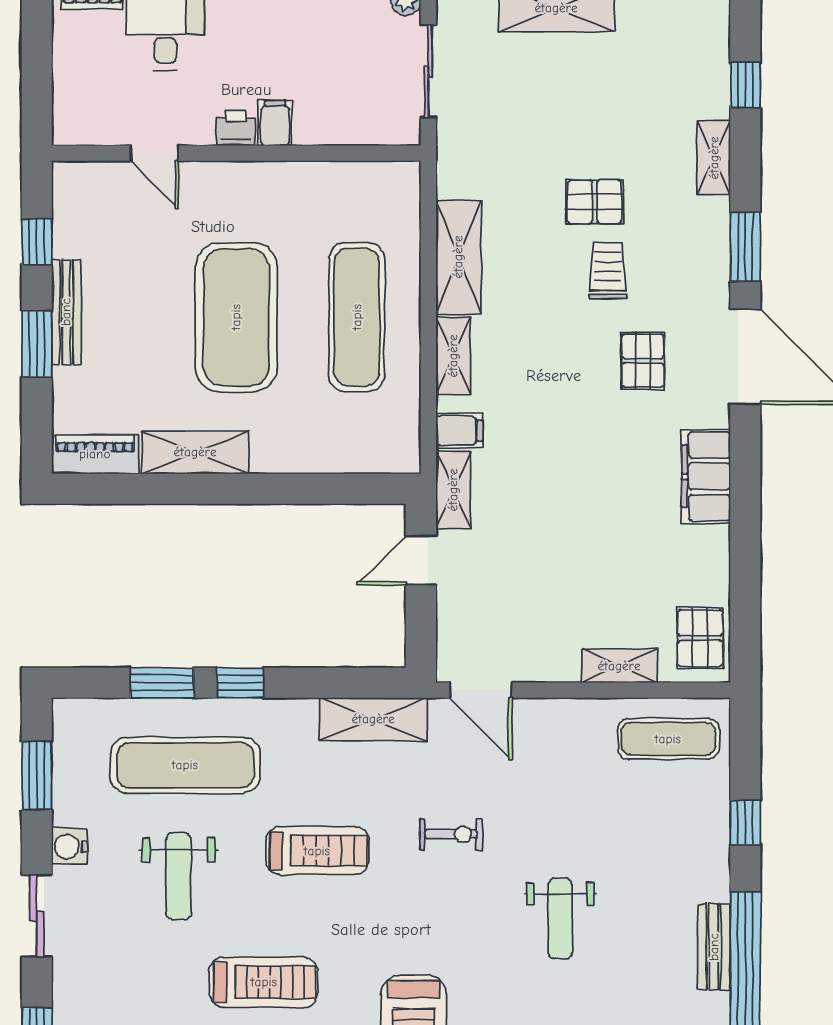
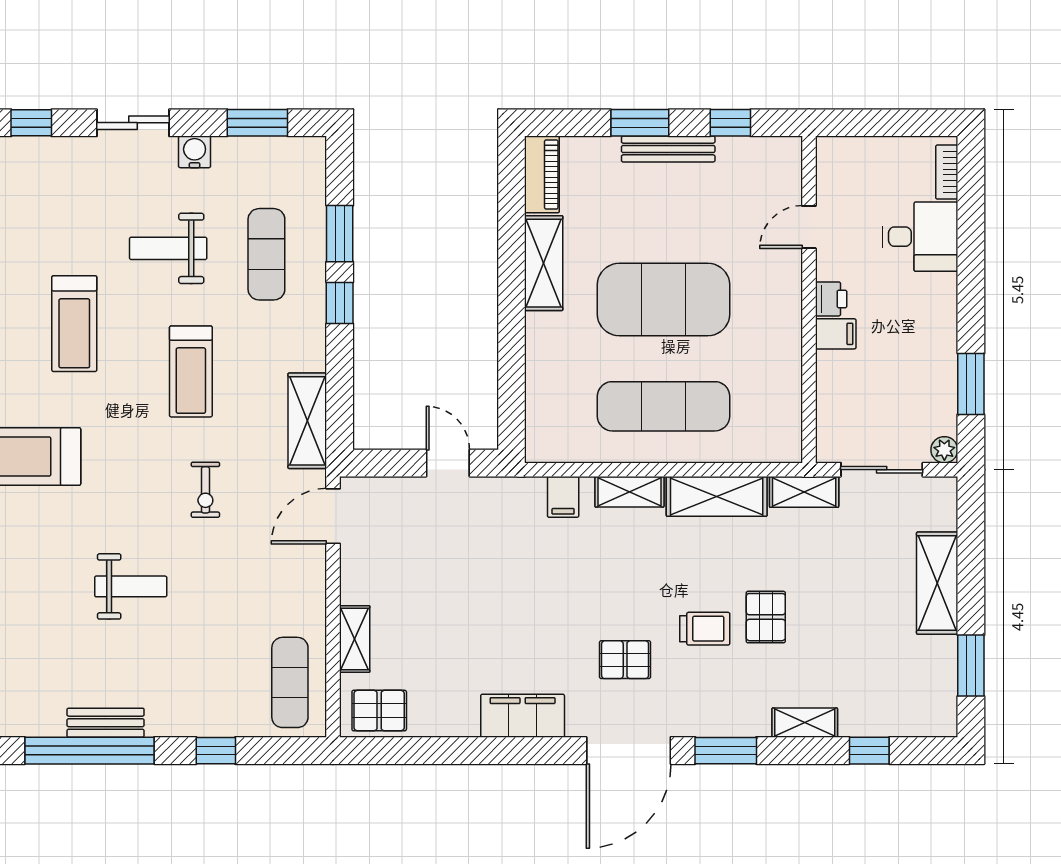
shelving: (453, 490) -> (804, 492), moved
exercise mat: (185, 765) -> (266, 254), width x0.73, depth x0.69
weight bench: (560, 919) -> (131, 586), turned 180

